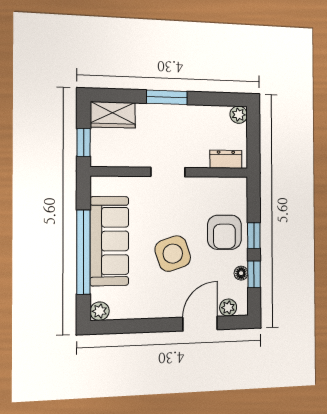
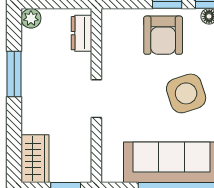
window: (167, 97) -> (14, 74), moved
armchair: (224, 232) -> (163, 35), turned 90

